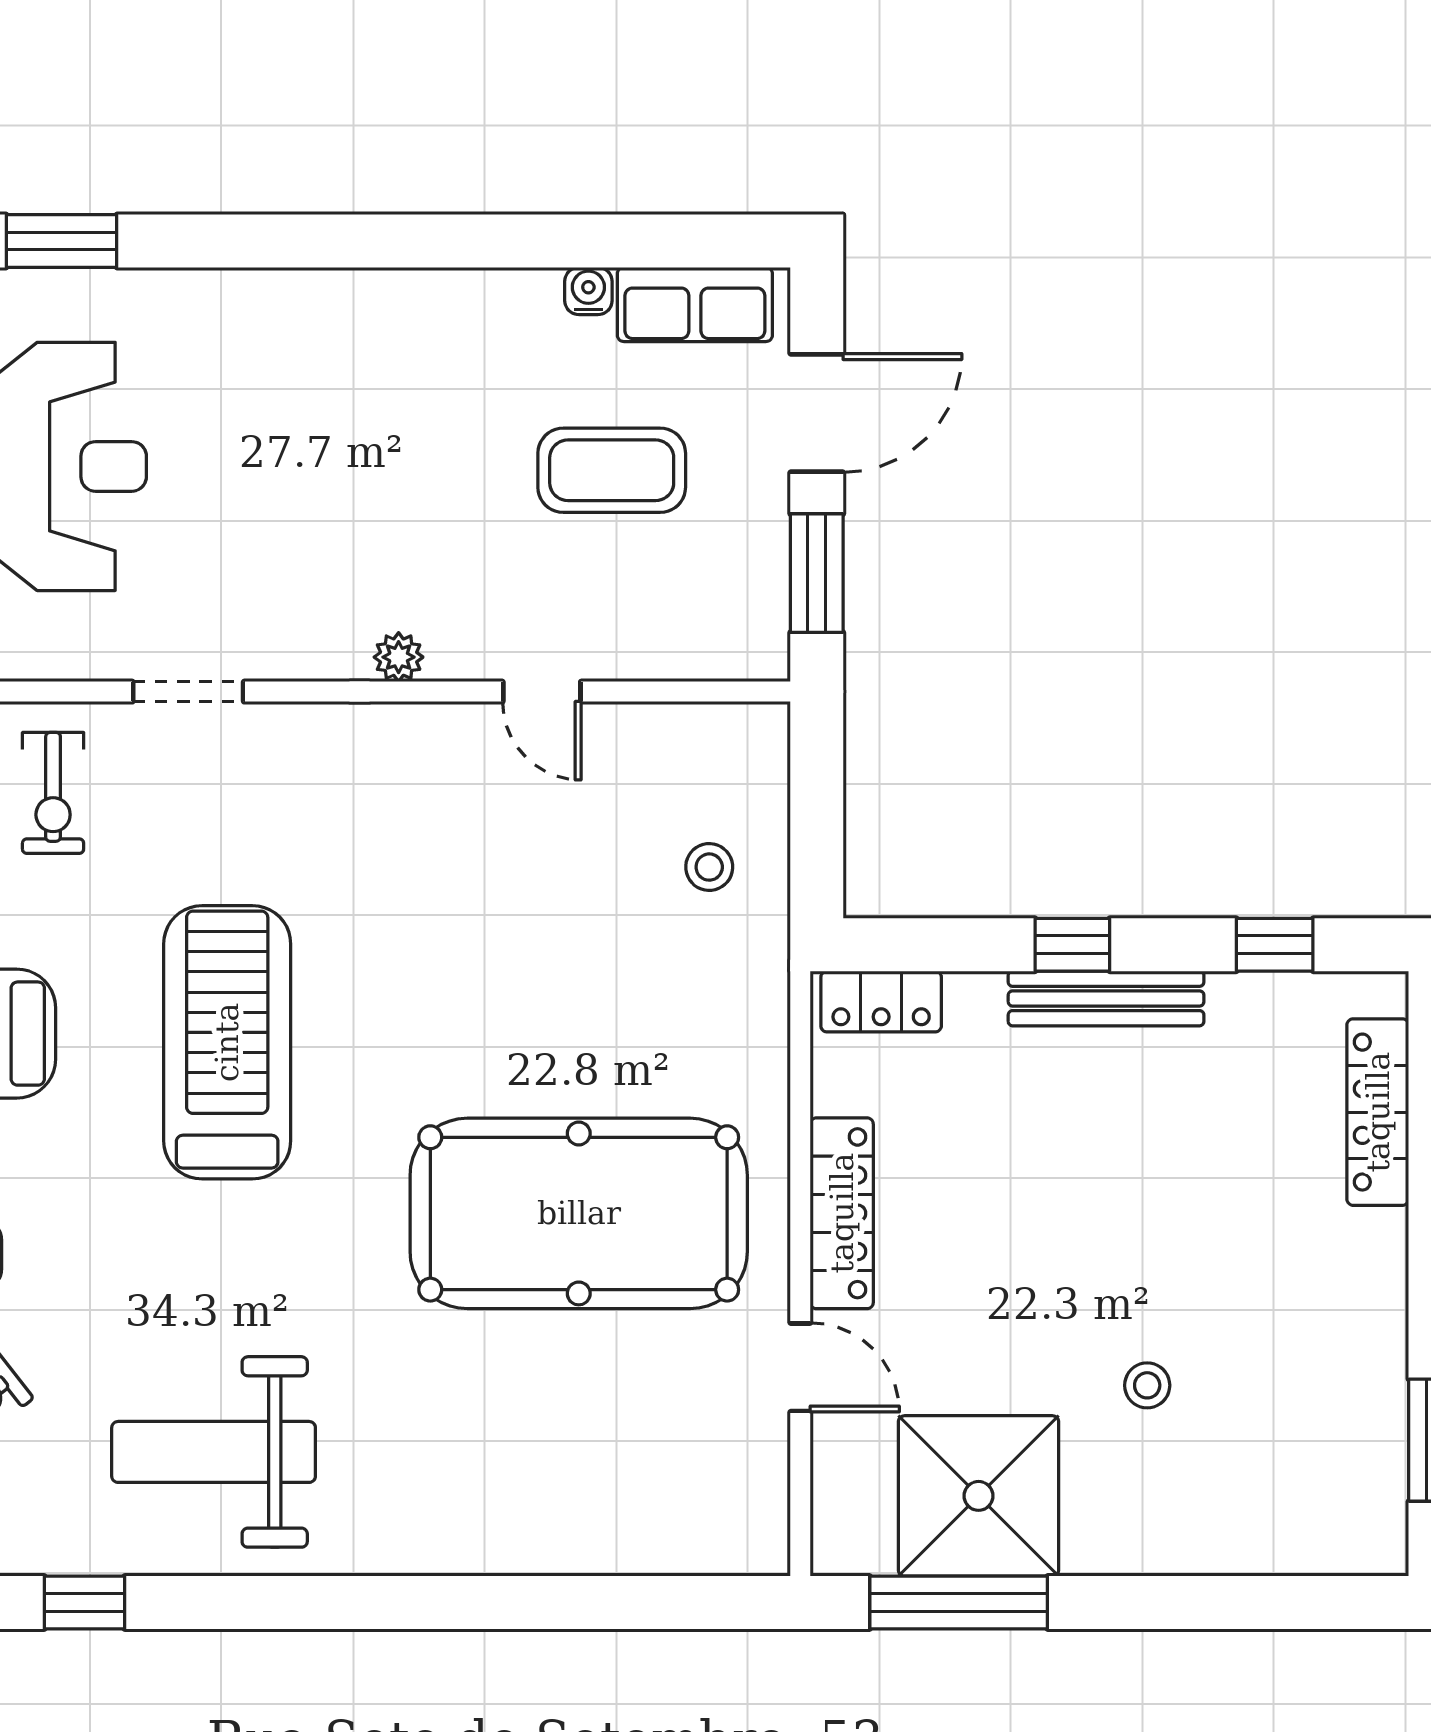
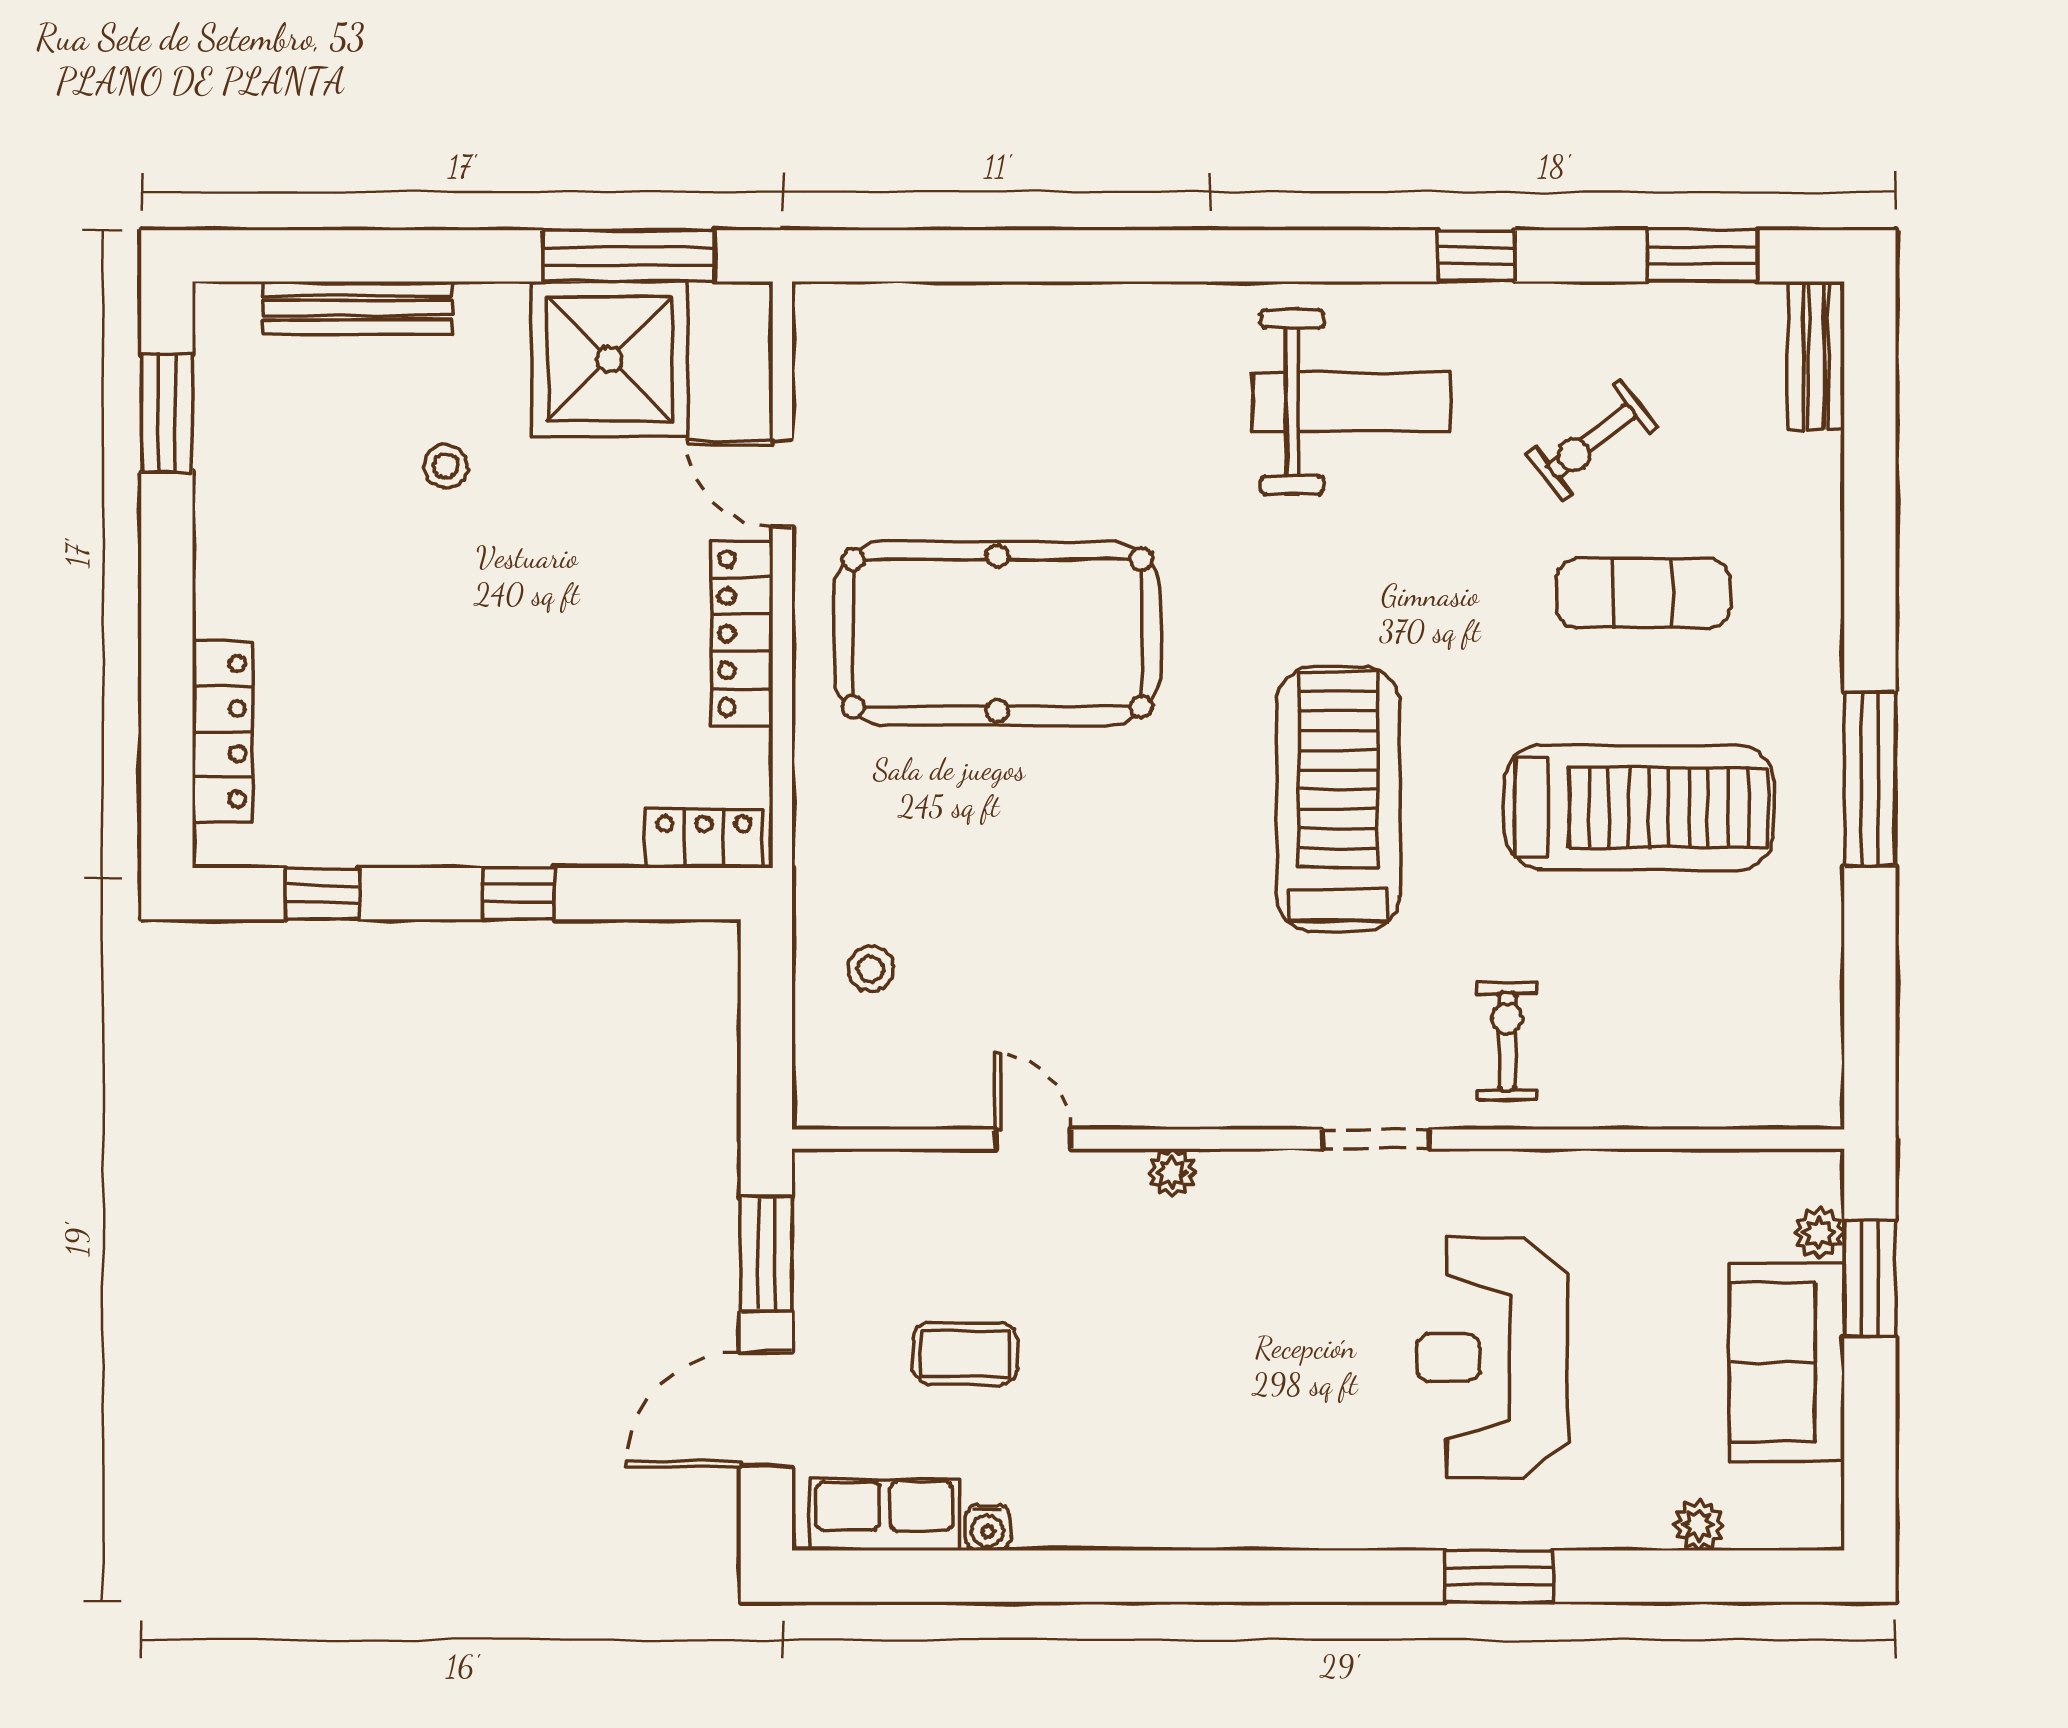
coffee table: (612, 470) -> (965, 1354), width x0.73, depth x0.77
bench: (1106, 998) -> (358, 308), moved
treadmill: (227, 1042) -> (1338, 799), turned 180

